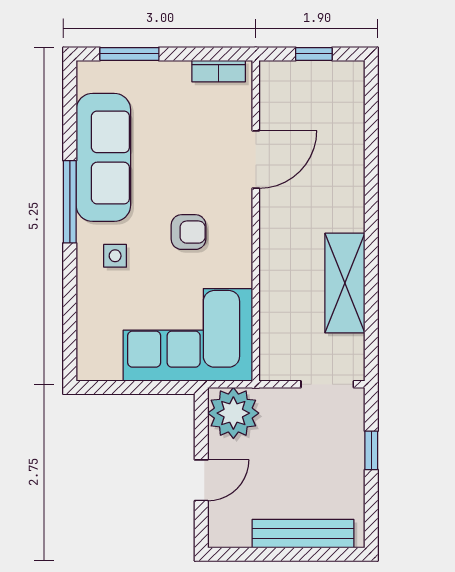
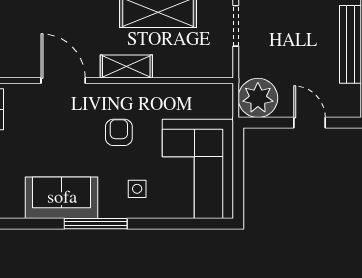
sofa: (103, 157) -> (62, 198), width x0.73
shelving: (274, 242) -> (126, 67), added
corner sofa: (188, 335) -> (198, 169), moved

